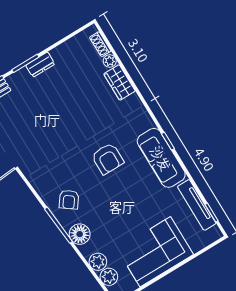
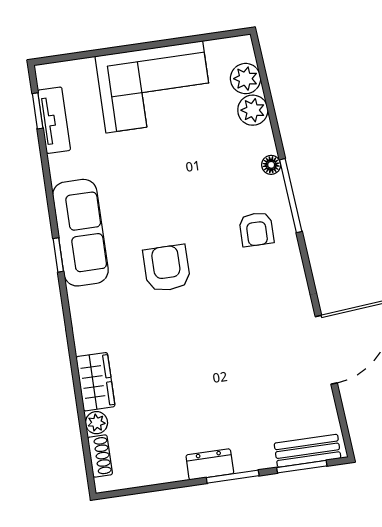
armchair: (69, 200) -> (256, 229), turned 144
tv unit: (197, 205) -> (54, 120), width x0.71
floor lamp: (80, 234) -> (271, 165), width x0.53, depth x0.53

